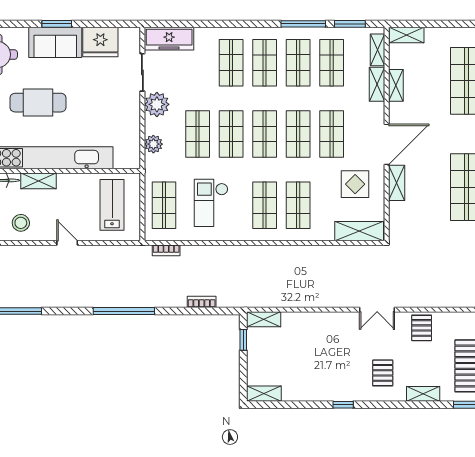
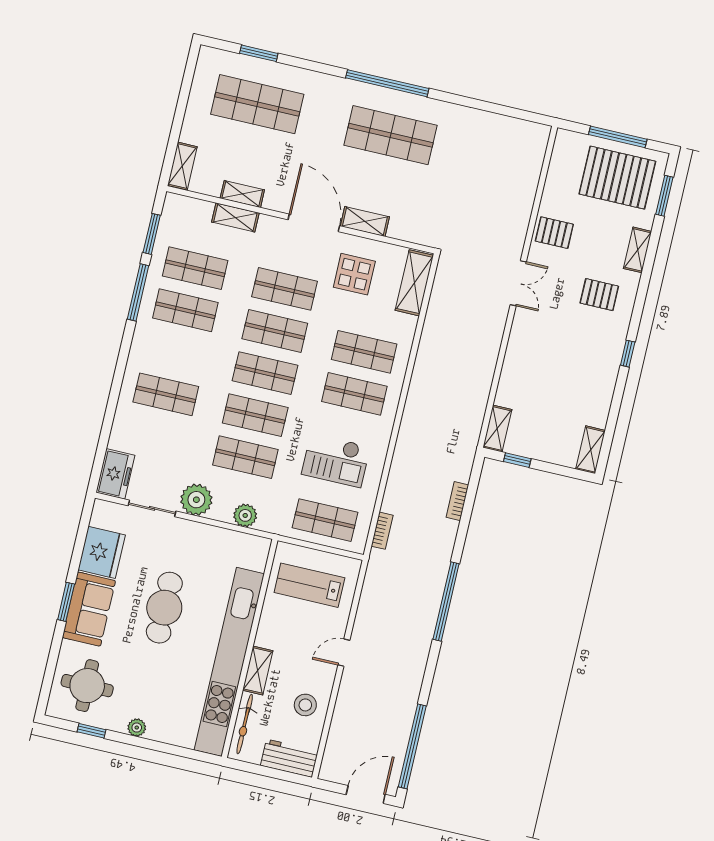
freezer: (169, 39) -> (115, 474), width x0.71
shelving: (378, 50) -> (192, 207), removed
shop shelf: (265, 63) -> (176, 352), removed
cafe table: (38, 103) -> (164, 608), moved

